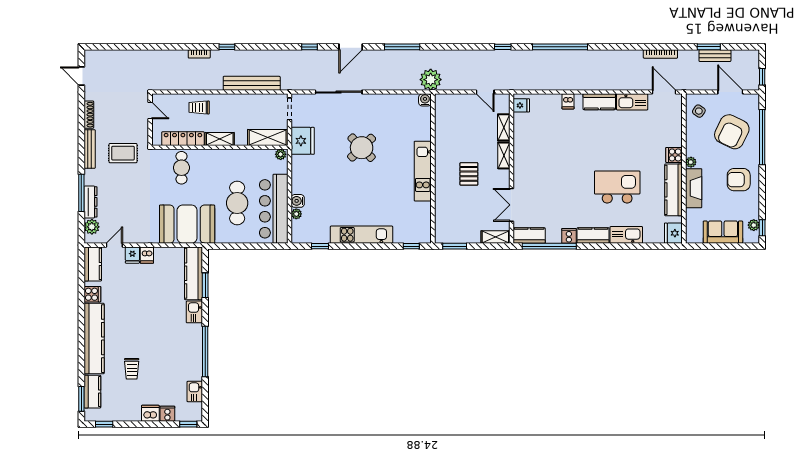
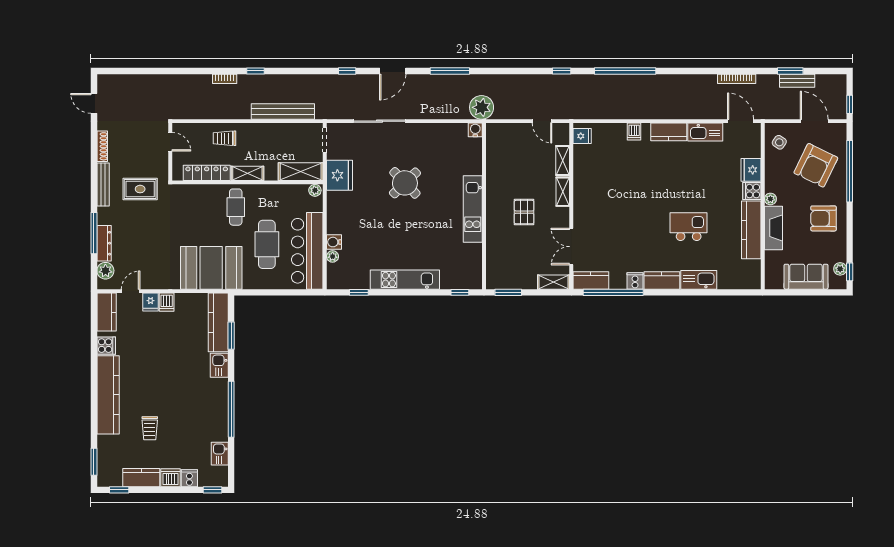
cafe table: (181, 168) -> (236, 207), moved
kitchen island: (617, 187) -> (689, 227), width x0.73, depth x0.78
fridge: (673, 233) -> (751, 170), moved
kitchen counter: (92, 392) -> (141, 478), moved, turned -90

